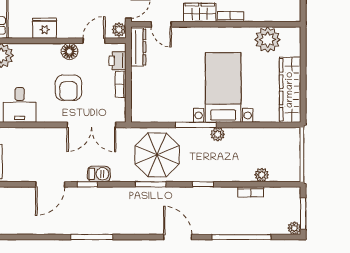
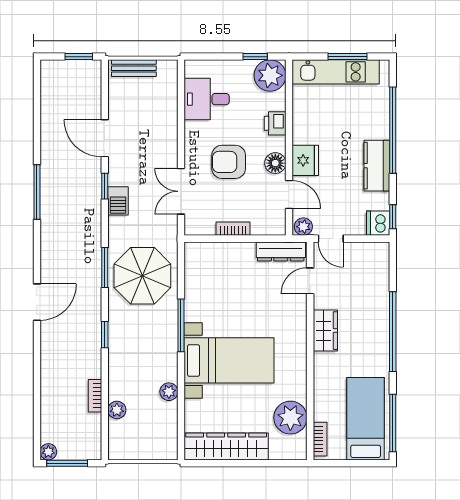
bookcase: (230, 17) -> (320, 439), moved
fridge: (45, 28) -> (305, 160), moved
printer: (117, 61) -> (275, 123), moved, turned -90
double door: (91, 125) -> (181, 191), width x0.73
plant: (218, 134) -> (169, 392), moved
window: (241, 237) -> (37, 384), removed

